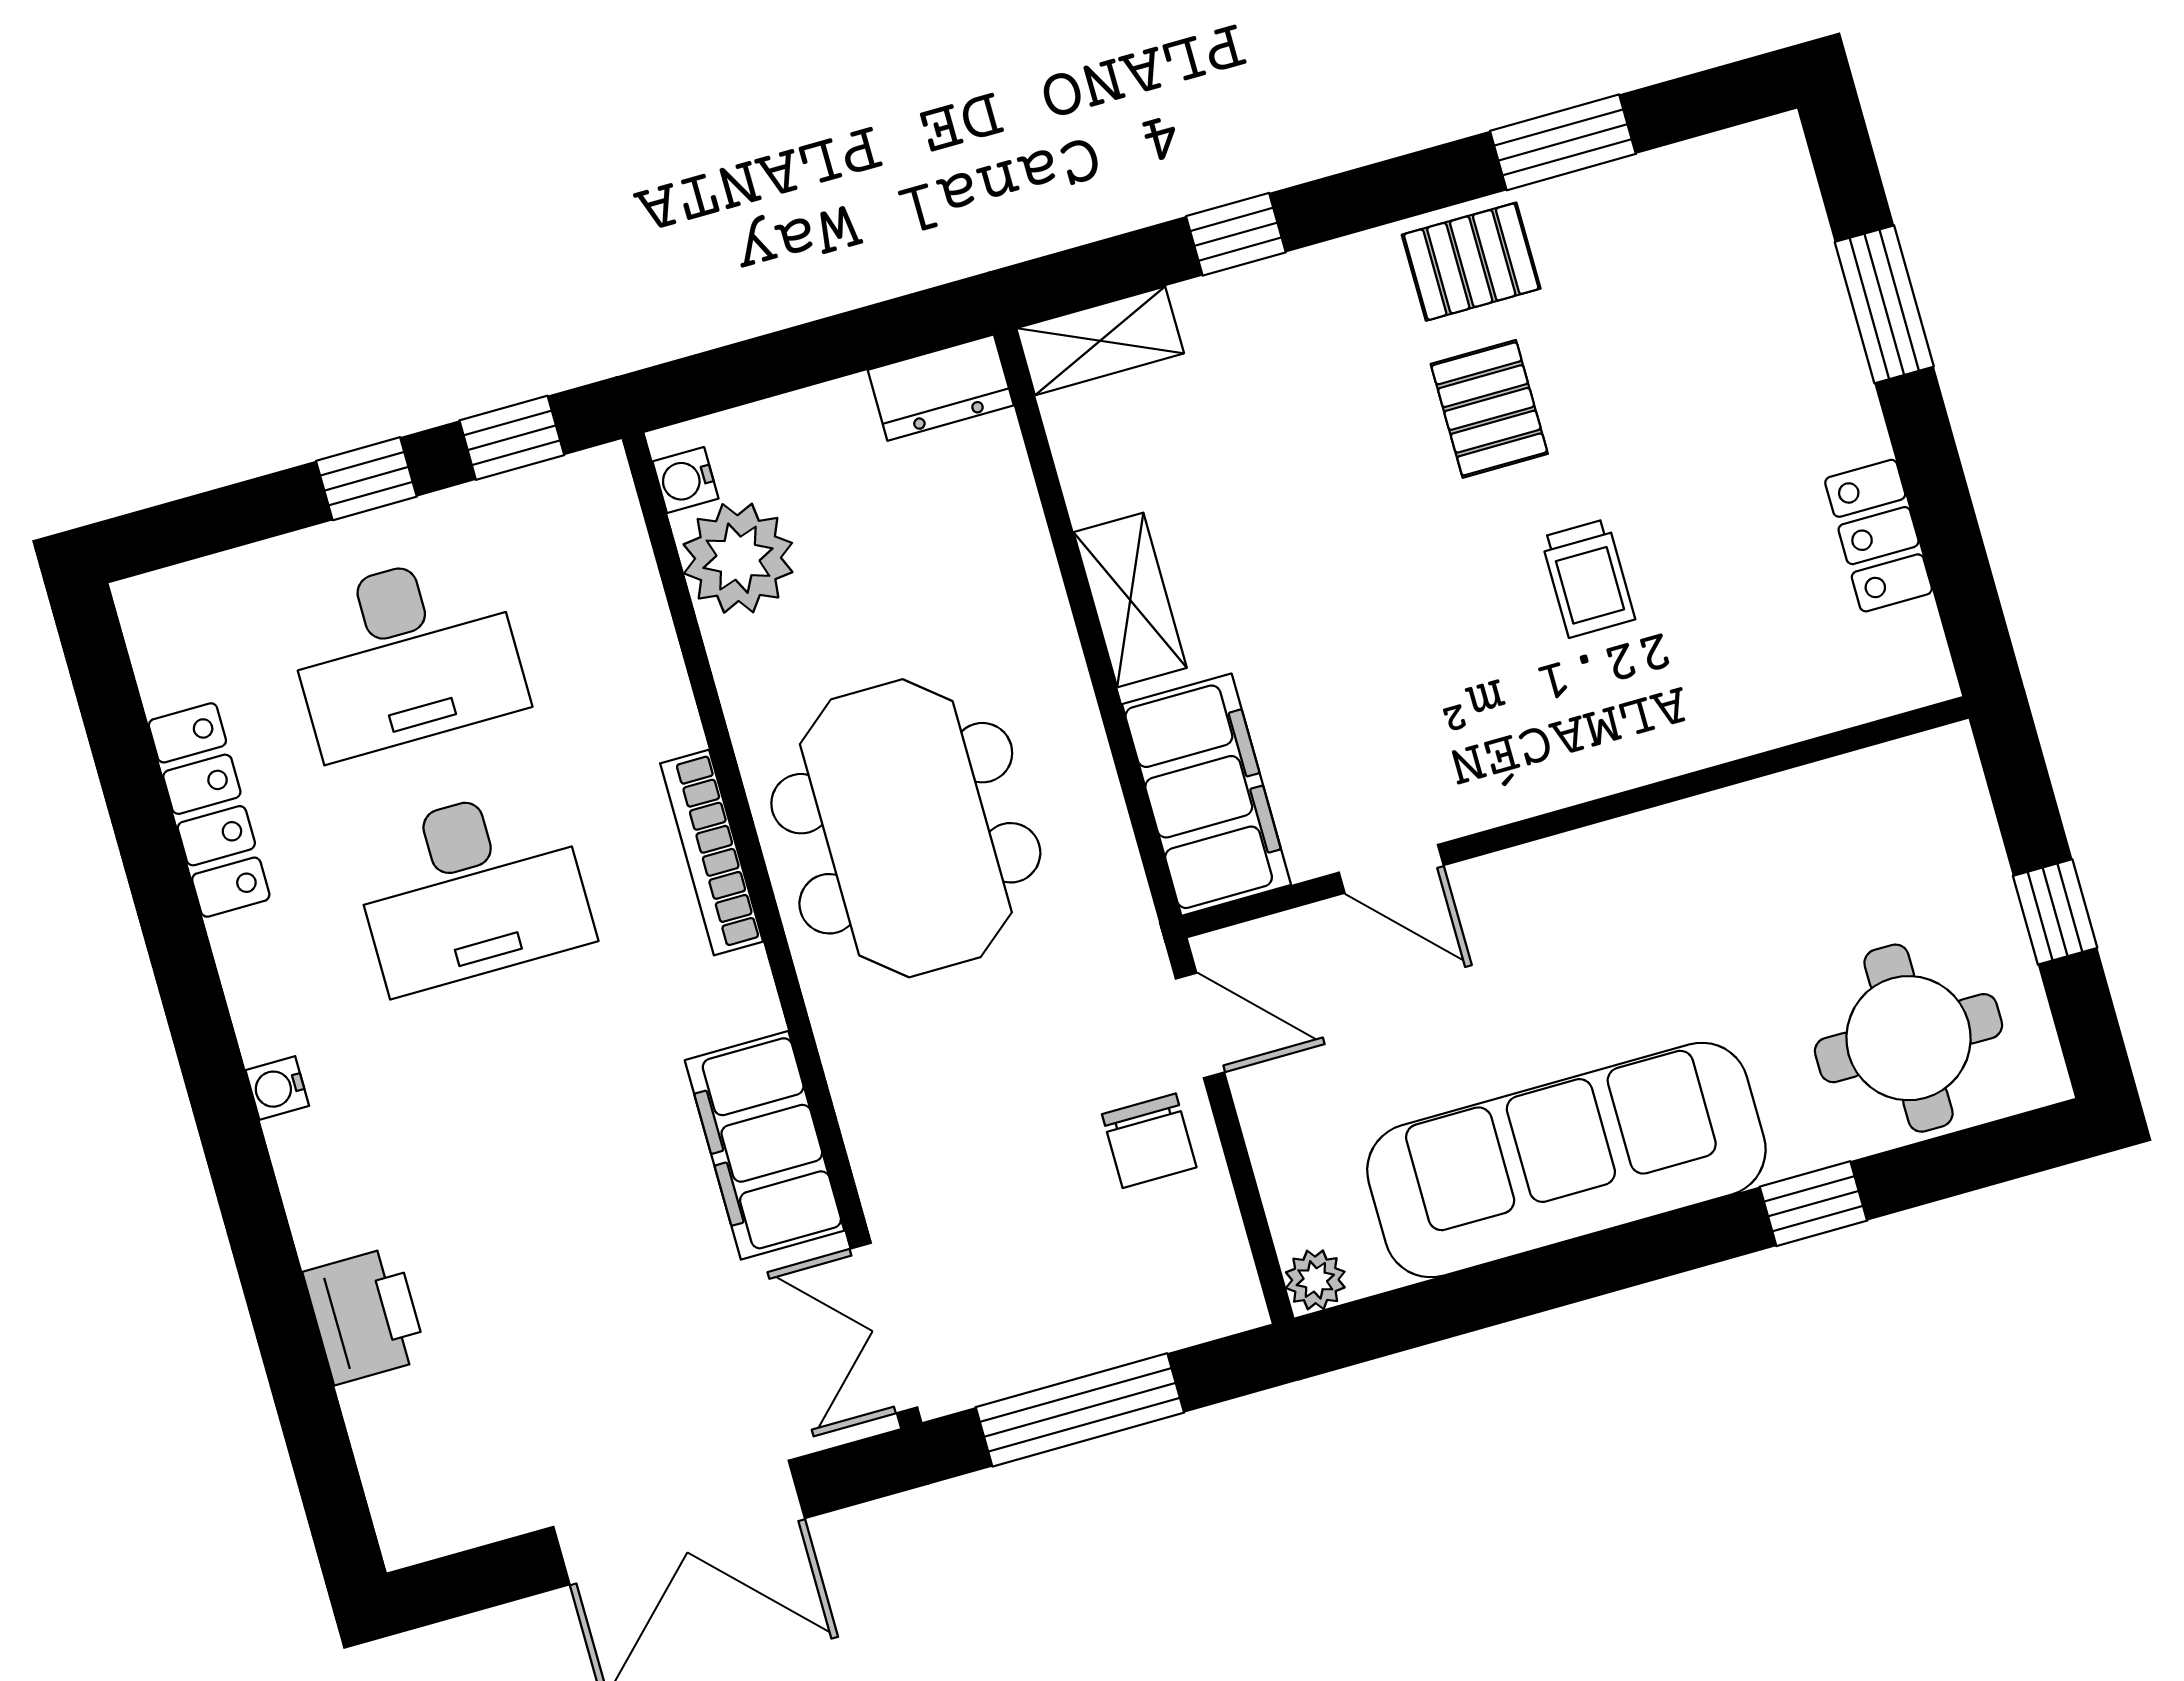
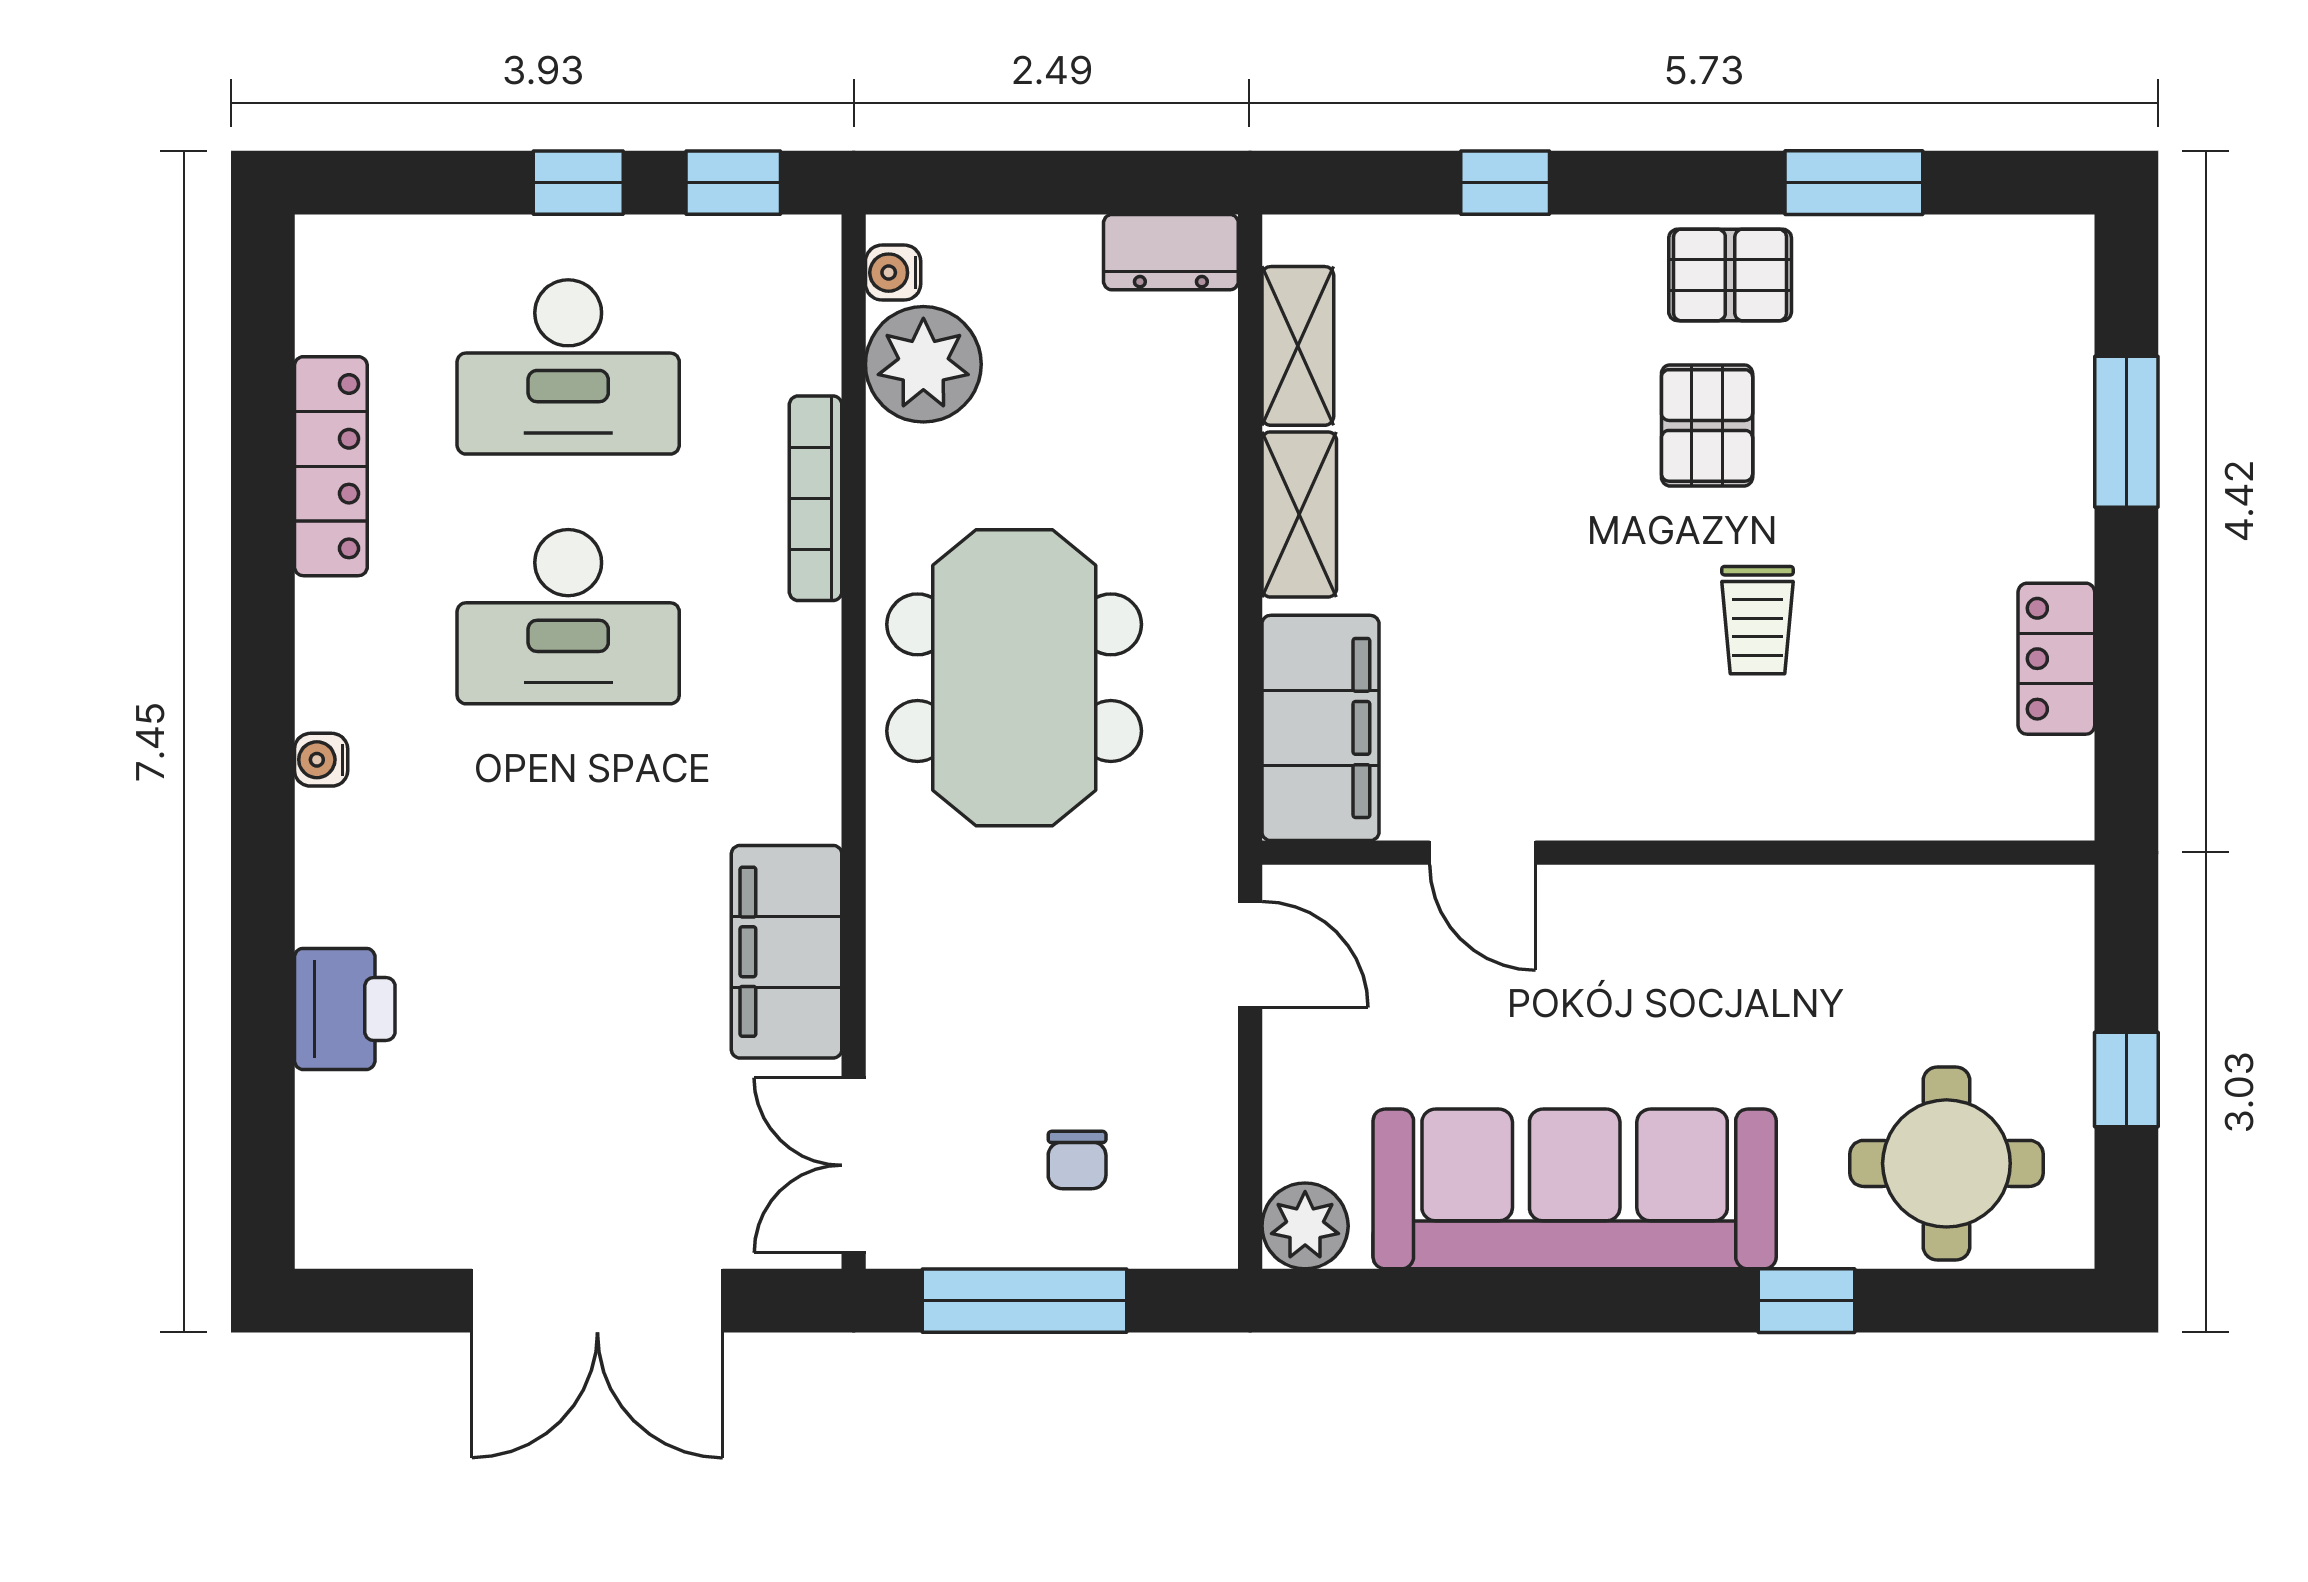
shelving: (1100, 341) -> (1298, 346), moved, turned 90
bookcase: (712, 852) -> (816, 498), moved
chair: (1149, 1141) -> (1077, 1160), moved, width x0.73, depth x0.73
plant: (1315, 1280) -> (1305, 1226), width x1.38, depth x1.38

